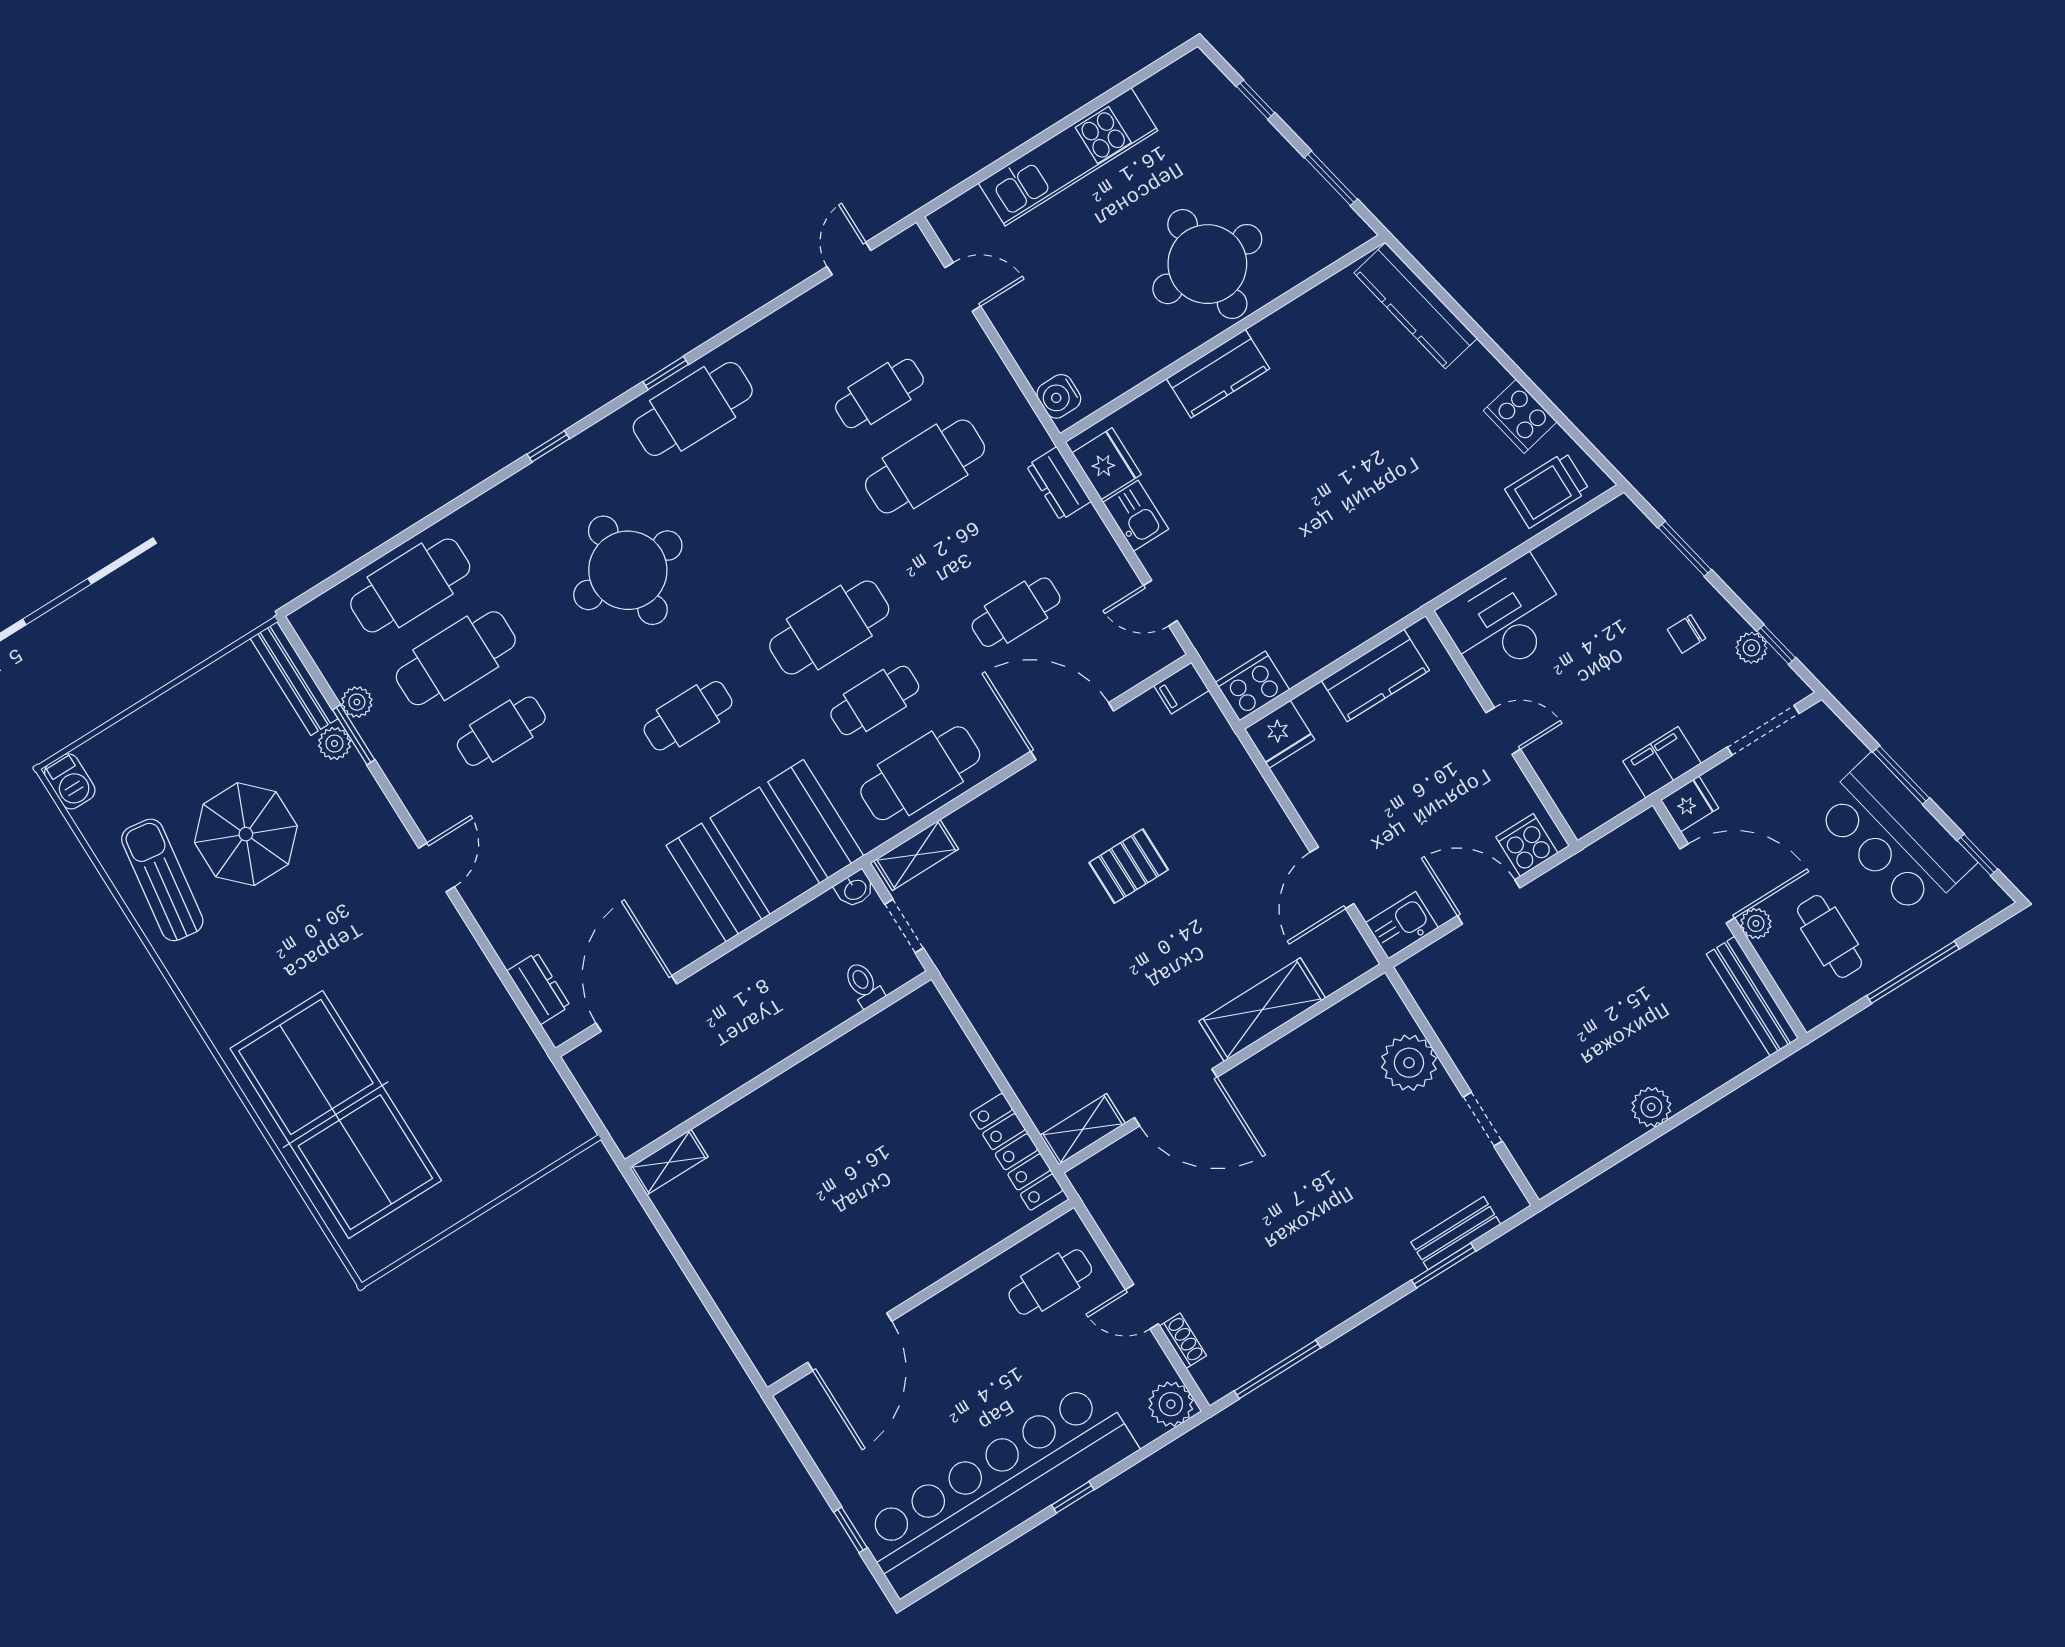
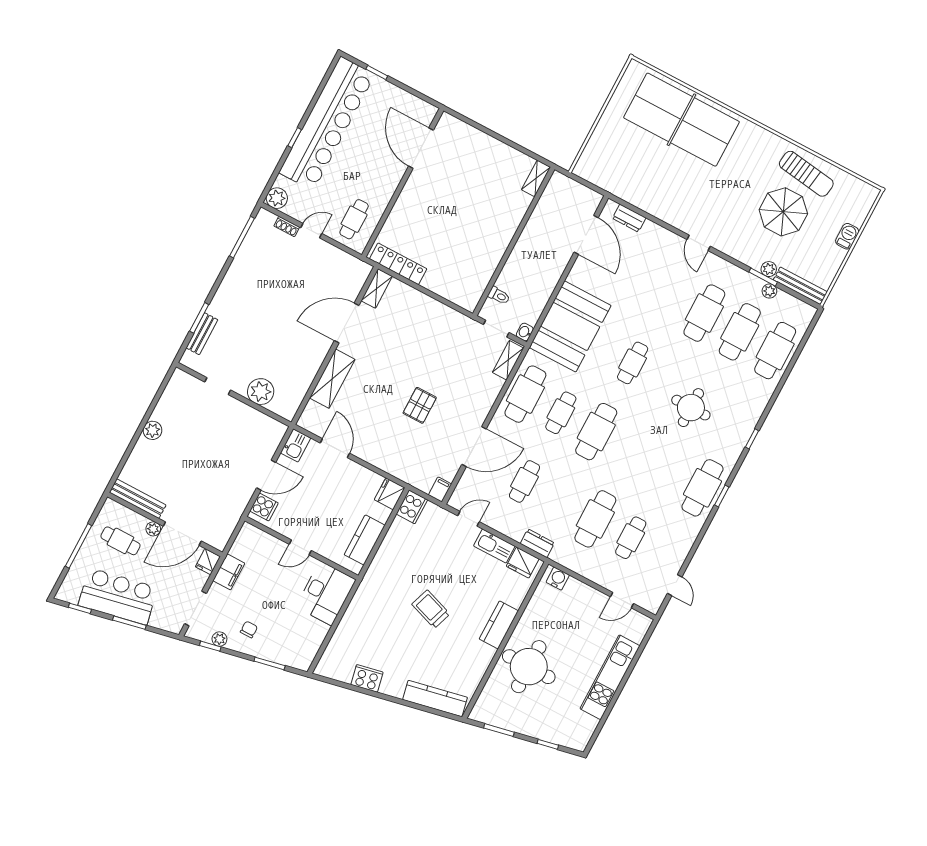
trolley: (1547, 490) -> (431, 609), moved, turned -71
kitchen sink: (1136, 516) -> (494, 546), width x1.38
round table: (628, 570) -> (691, 408), width x0.73, depth x0.73
cafe table: (501, 731) -> (704, 313), width x1.37, depth x1.35
barbecue: (70, 781) -> (847, 236), moved, turned 90

